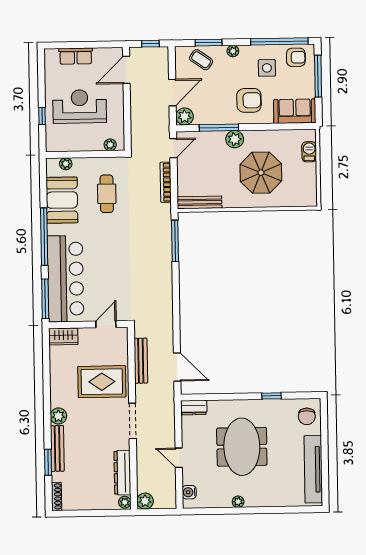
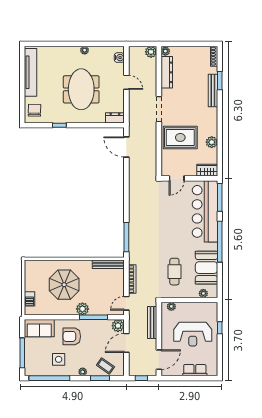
armchair: (296, 57) -> (38, 367), removed
bench: (141, 361) -> (152, 323), moved
plant: (58, 416) -> (212, 142), moved

